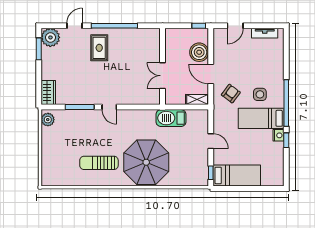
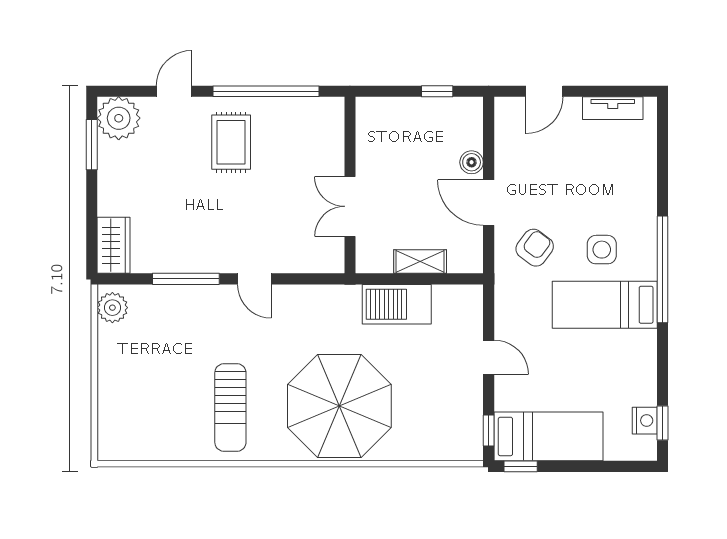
window: (199, 26) -> (437, 91), moved
boiler: (199, 52) -> (472, 162), width x0.54, depth x0.54
wall: (163, 66) -> (350, 185), moved
double door: (163, 76) -> (350, 206), moved
shelving: (197, 100) -> (420, 262), moved
nightstand: (279, 135) -> (645, 421), moved
window: (286, 140) -> (663, 423), moved
sun lounger: (99, 163) -> (230, 407), turned -90
window: (225, 188) -> (521, 466), added

